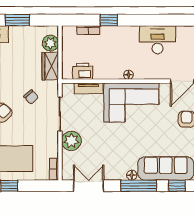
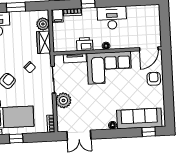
filing cabinet: (70, 34) -> (58, 16), added
desk: (158, 40) -> (112, 18), moved
printer: (83, 71) -> (85, 44), moved
double door: (89, 186) -> (79, 135), swing flipped
window: (139, 186) -> (119, 133), removed

